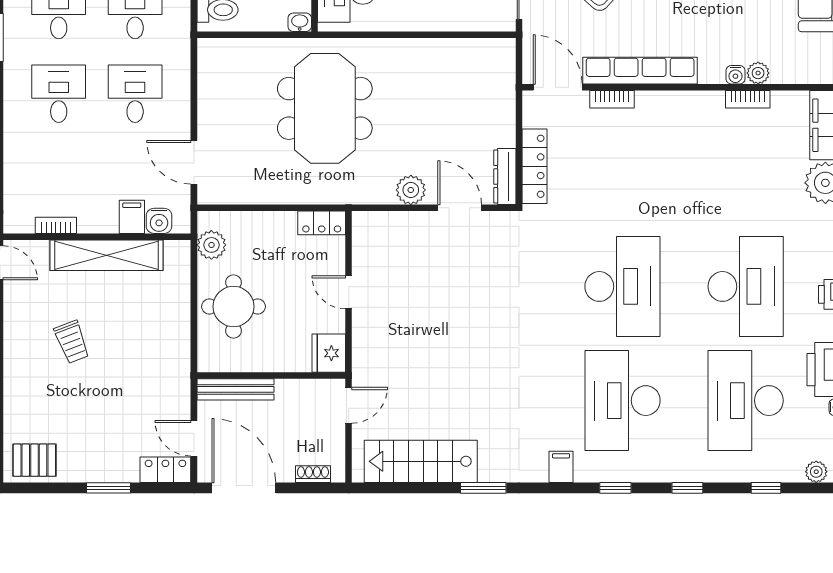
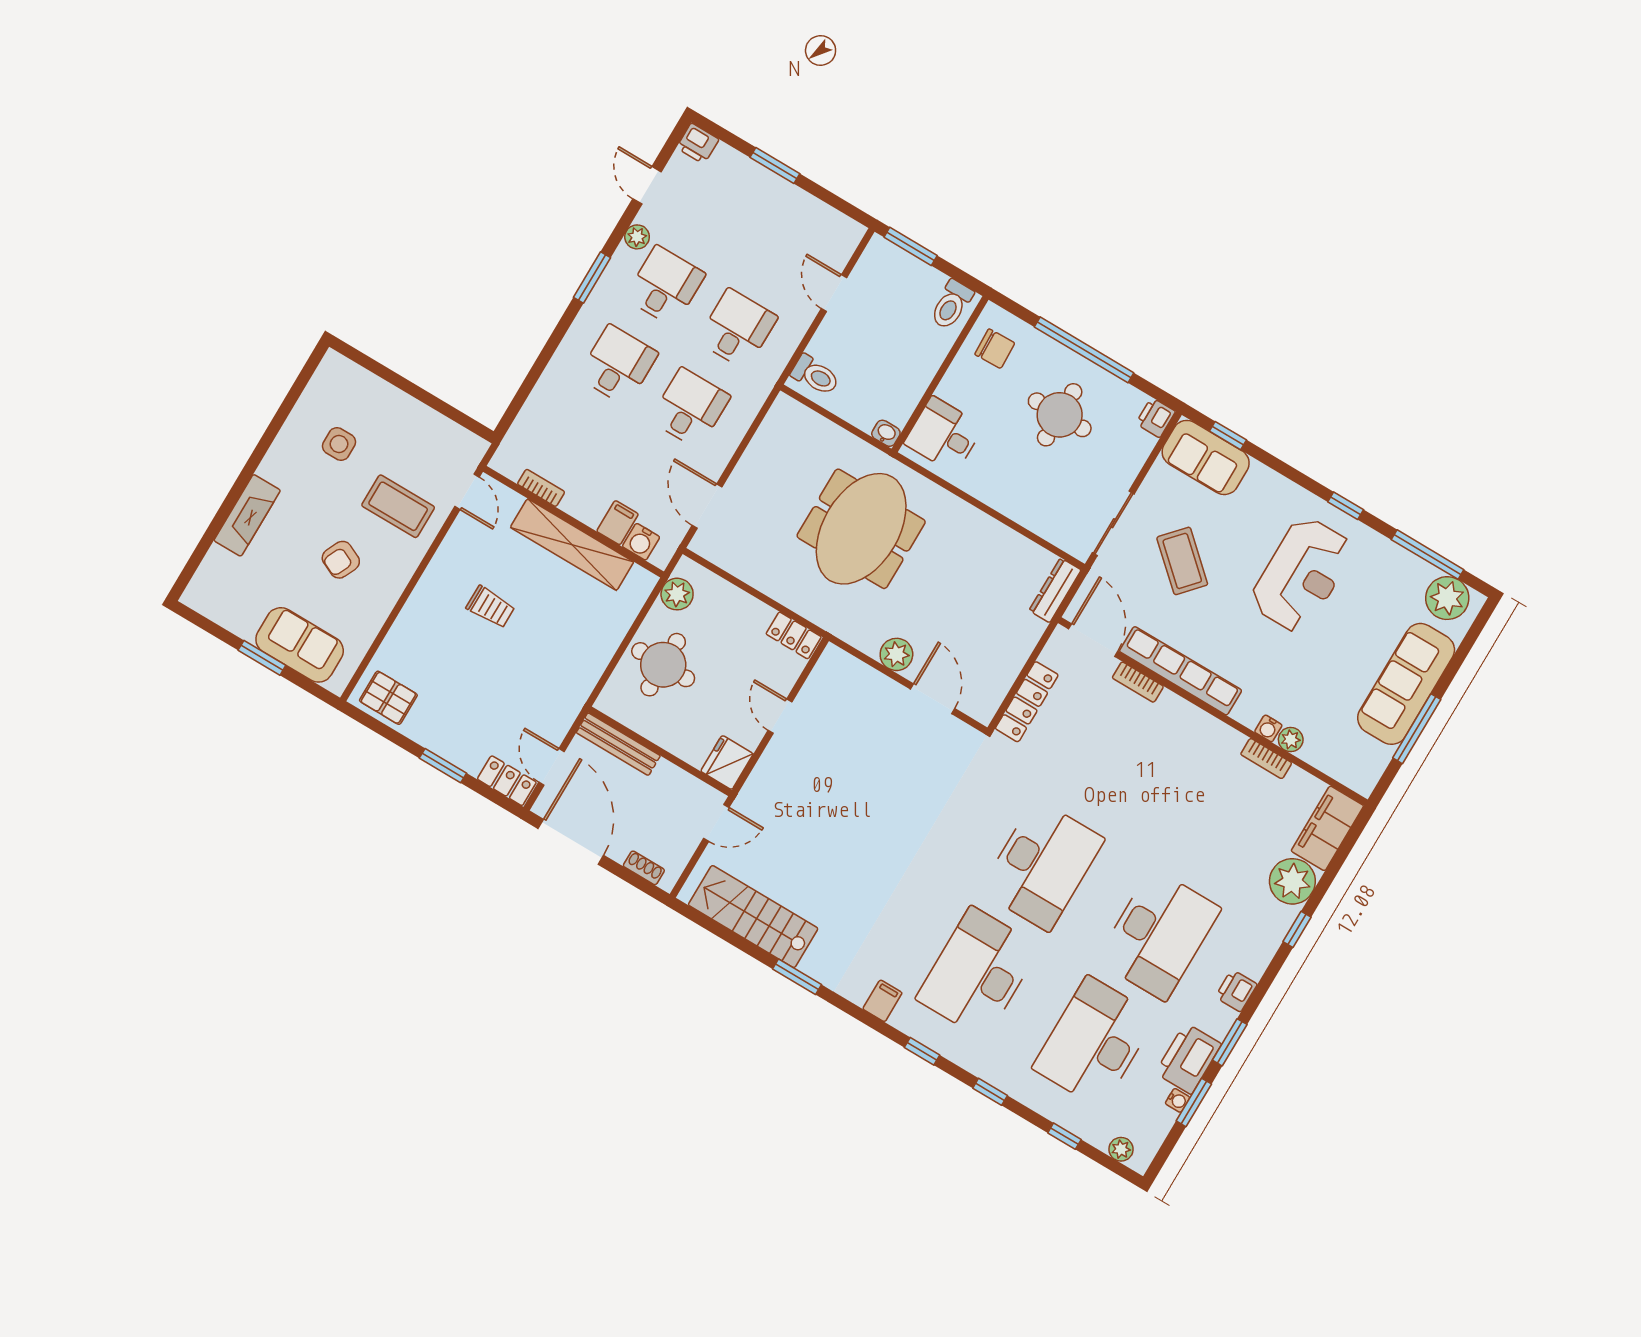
dresser: (505, 177) -> (1055, 590), moved
trolley: (72, 342) -> (490, 607), turned -69

